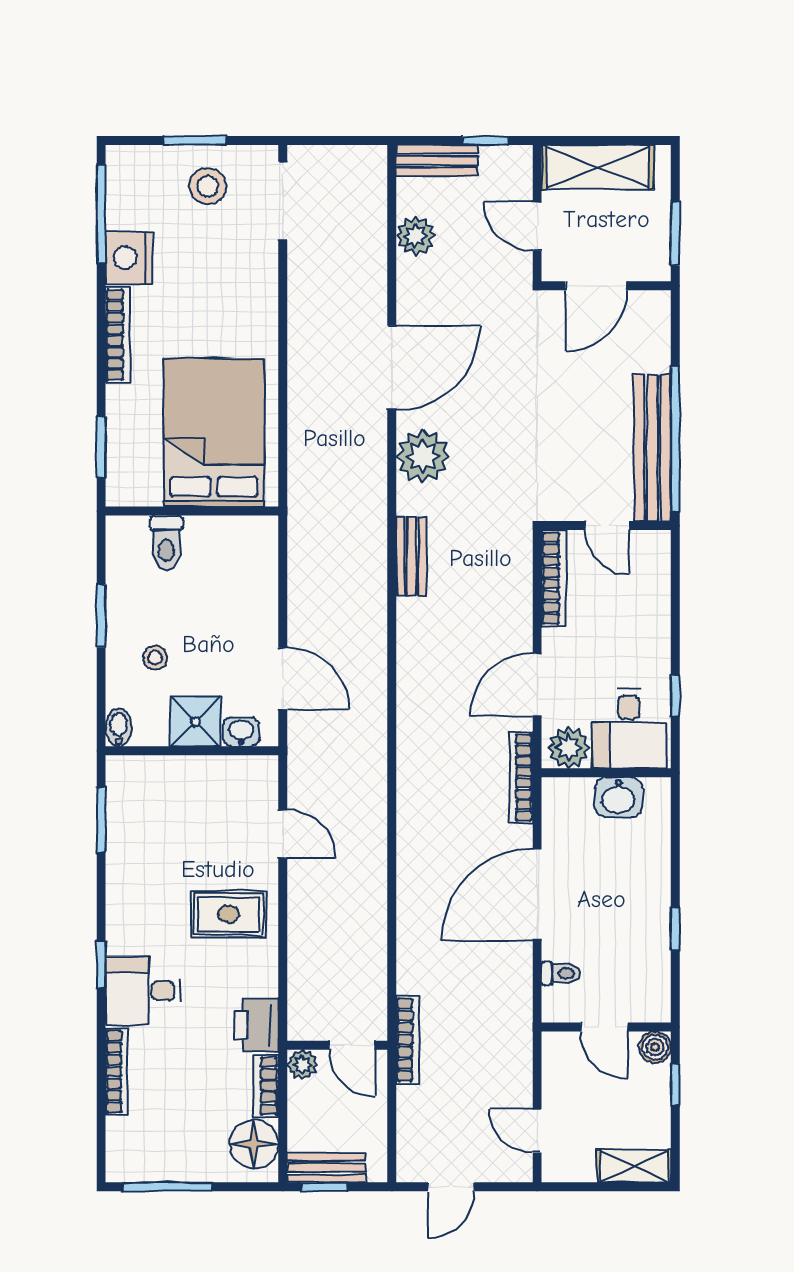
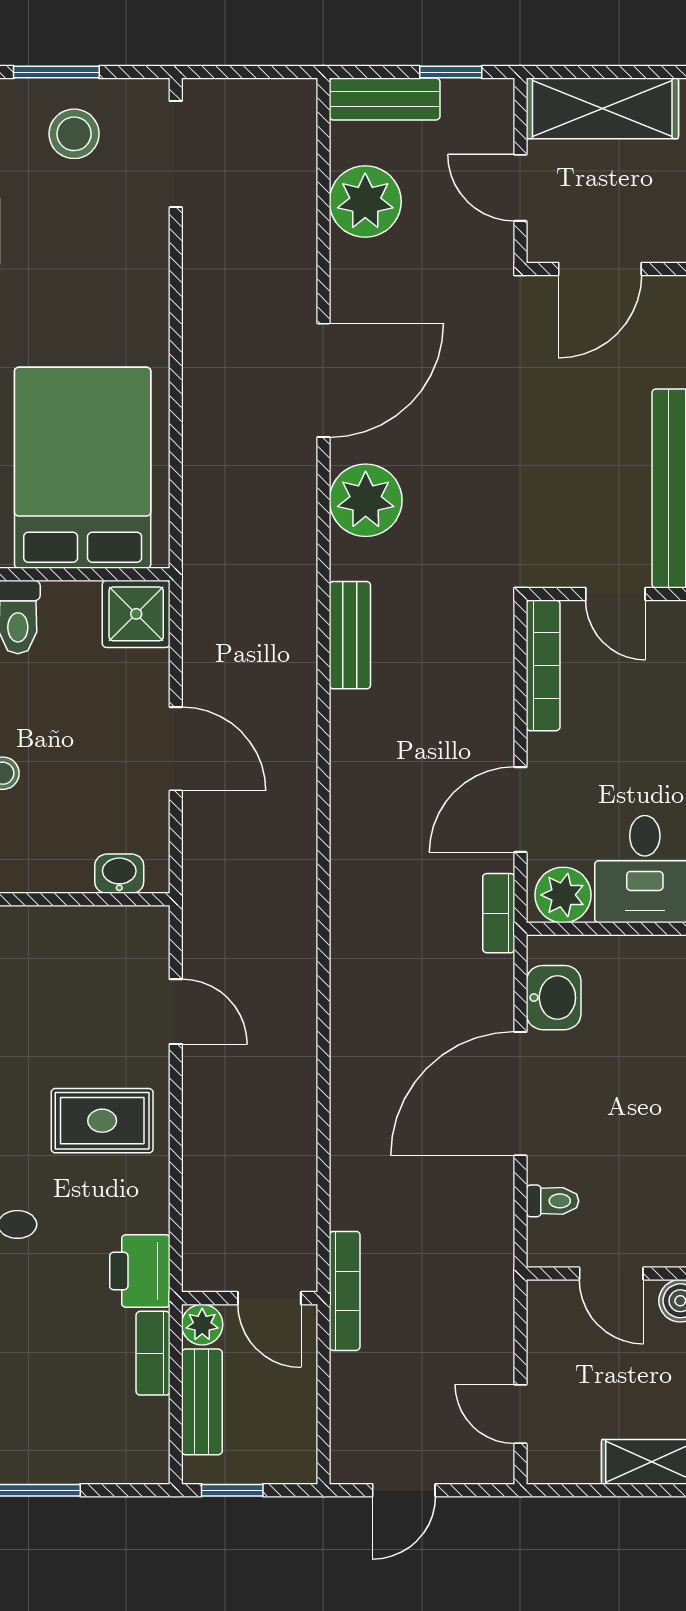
plant: (416, 236) -> (365, 202), width x1.36, depth x1.36
door: (283, 679) -> (176, 749), moved
shower: (195, 722) -> (136, 614), moved
bookcase: (521, 778) -> (499, 913), width x0.64
washbasin: (618, 797) -> (554, 998), moved, turned -90
floor lamp: (254, 1144) -> (137, 1432), removed
bench: (326, 1168) -> (202, 1402), moved, turned 90

